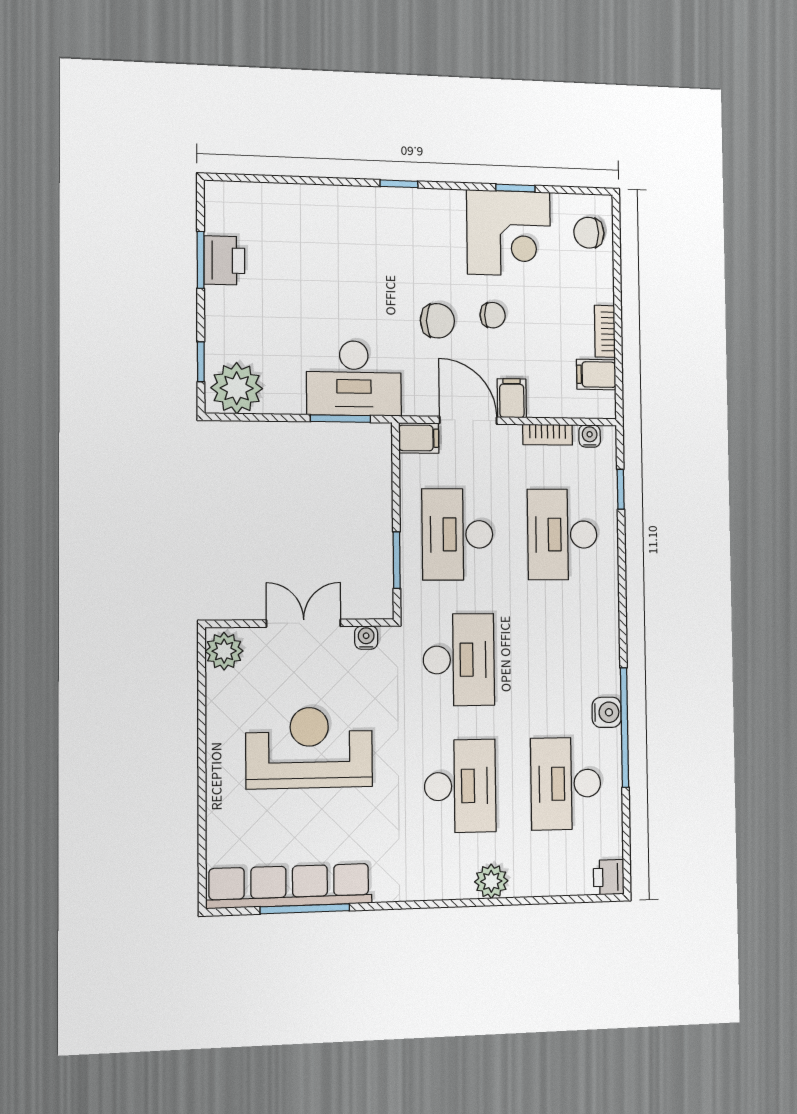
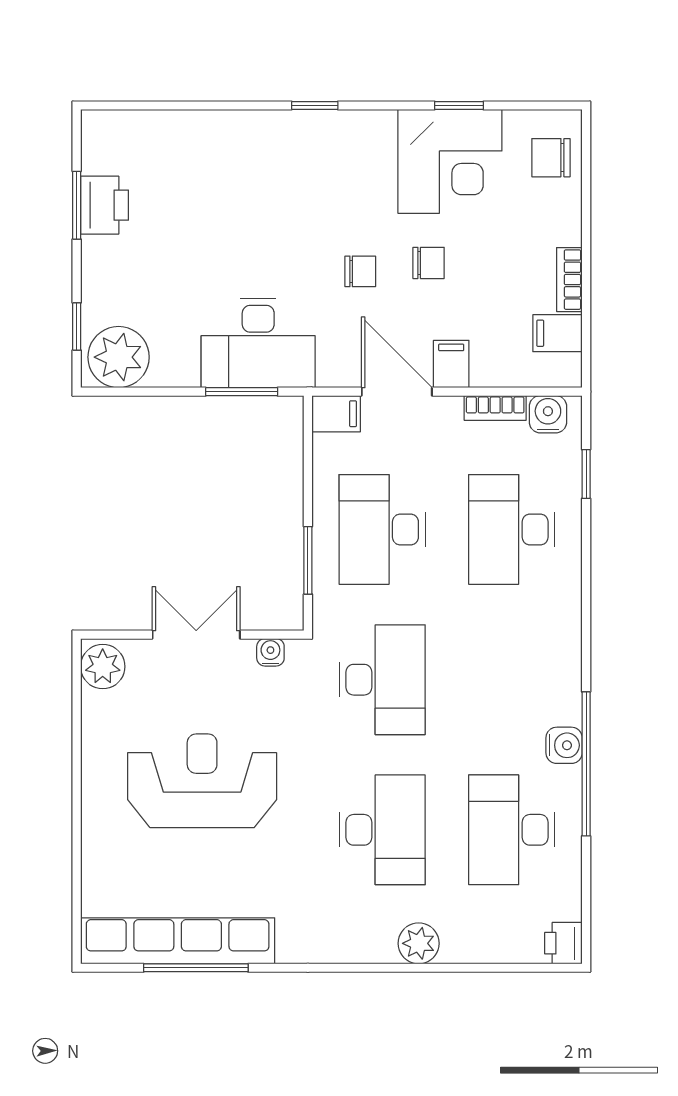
chair: (437, 321) -> (360, 271), width x0.73, depth x0.73
water cooler: (590, 436) -> (548, 414), width x1.38, depth x1.38

